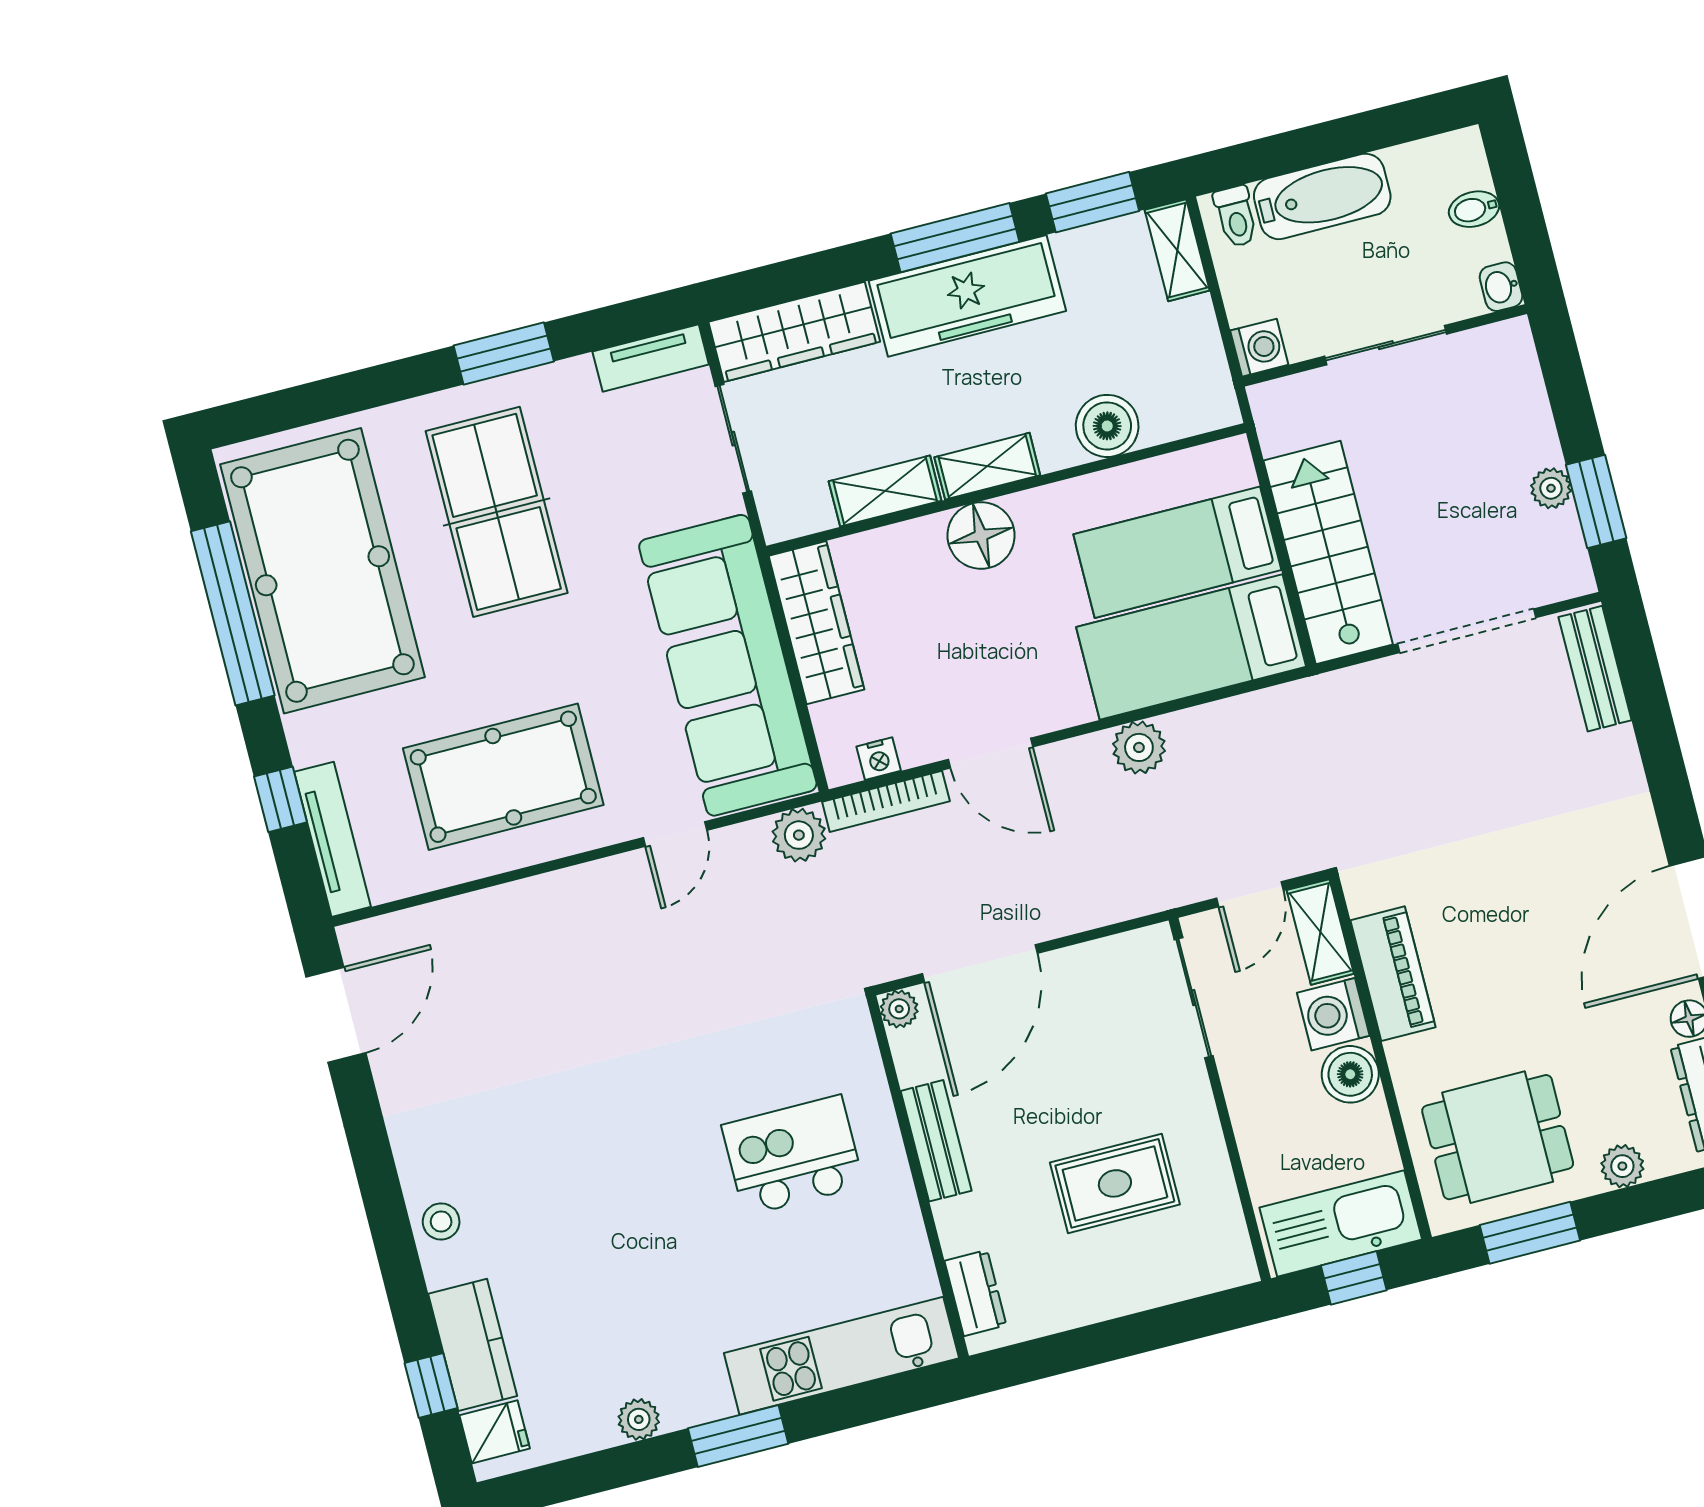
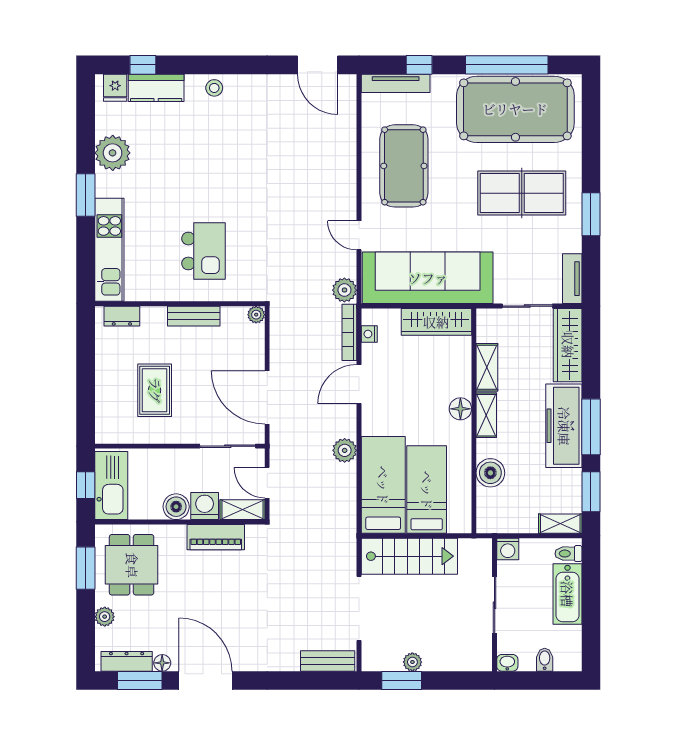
floor lamp: (981, 536) -> (460, 409), width x0.73, depth x0.73
door: (980, 964) -> (267, 397), moved
plant: (639, 1419) -> (113, 153), width x1.88, depth x1.88

